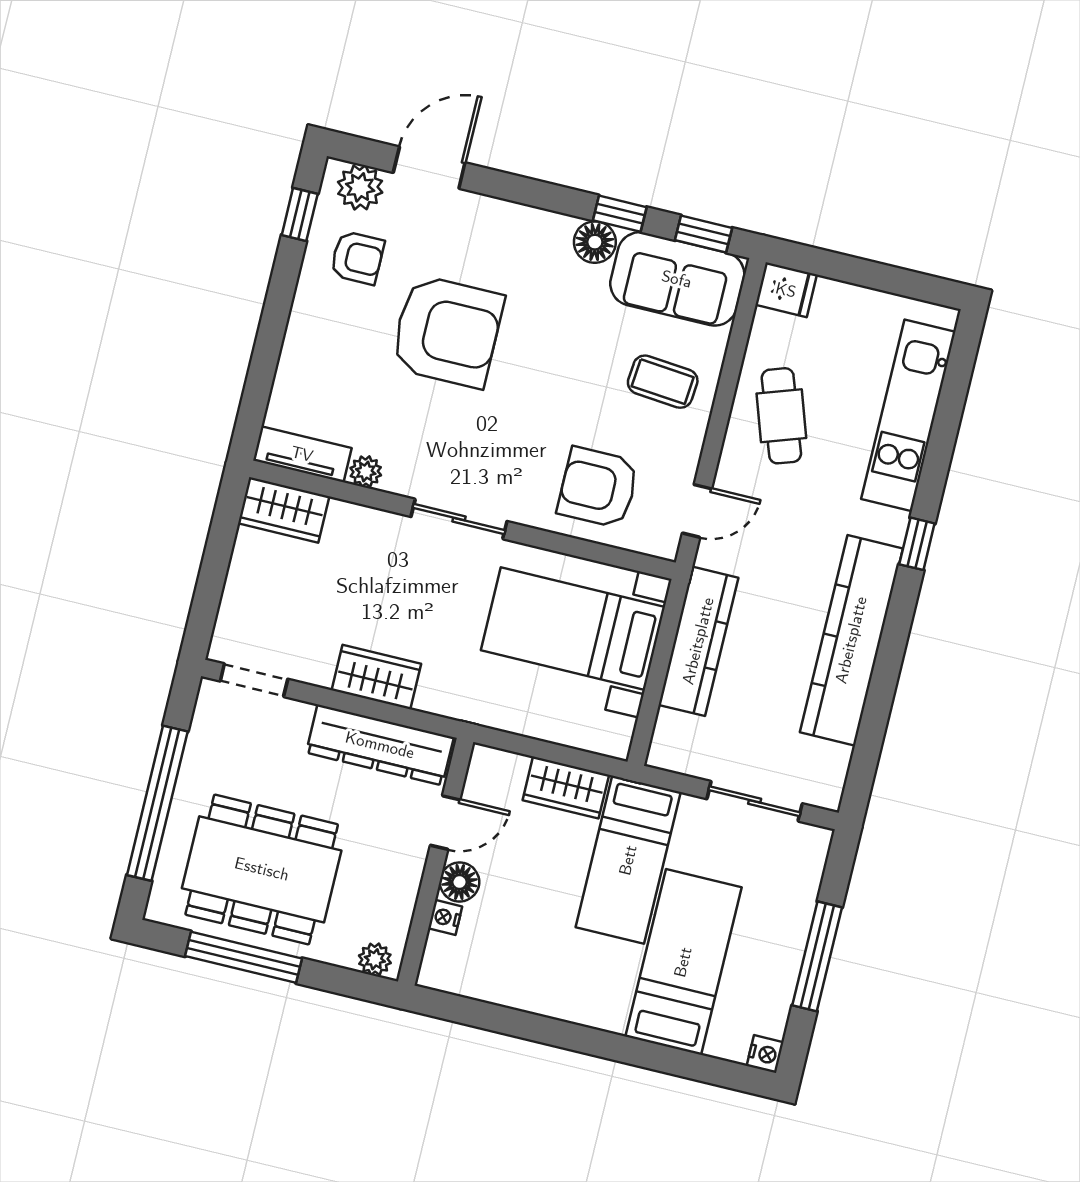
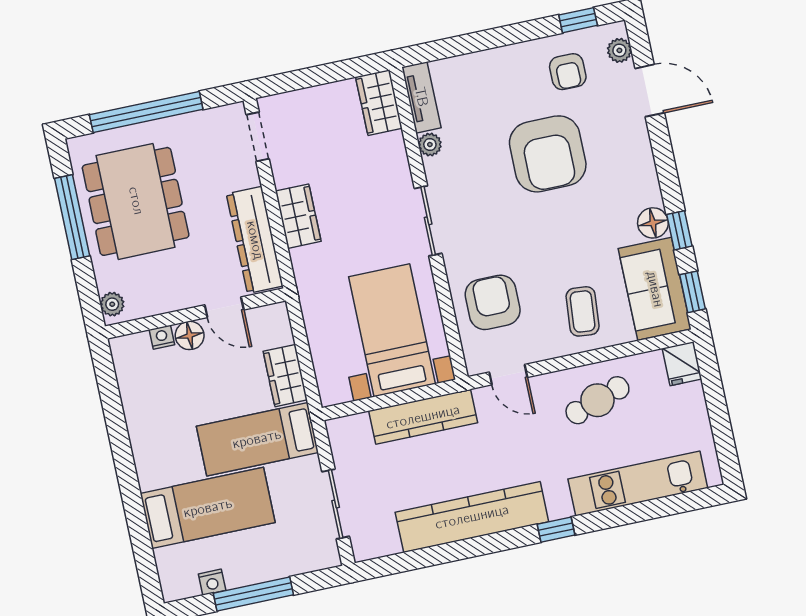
plant: (360, 187) -> (619, 50), width x0.73, depth x0.73
nightstand: (765, 1054) -> (212, 582), moved

